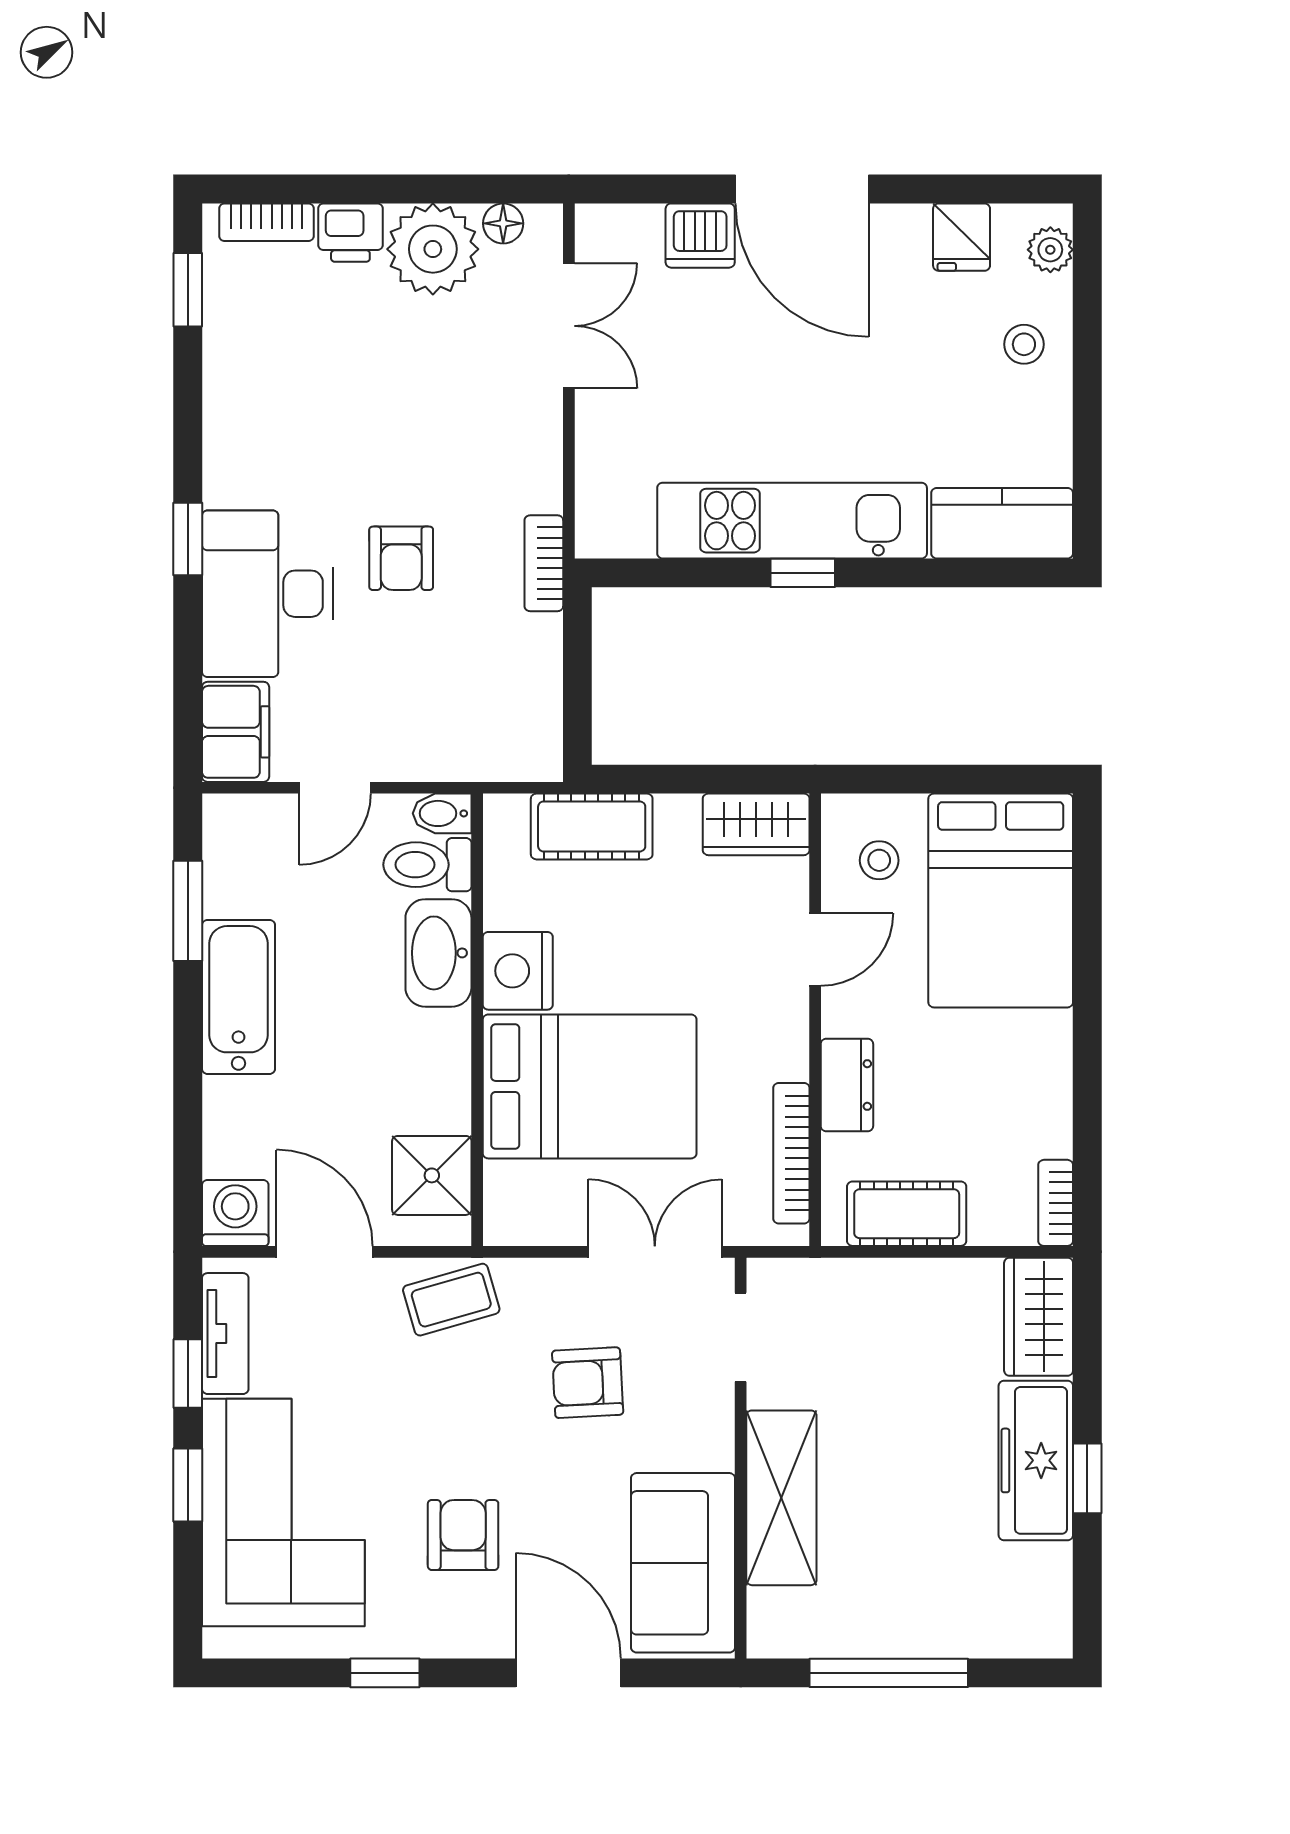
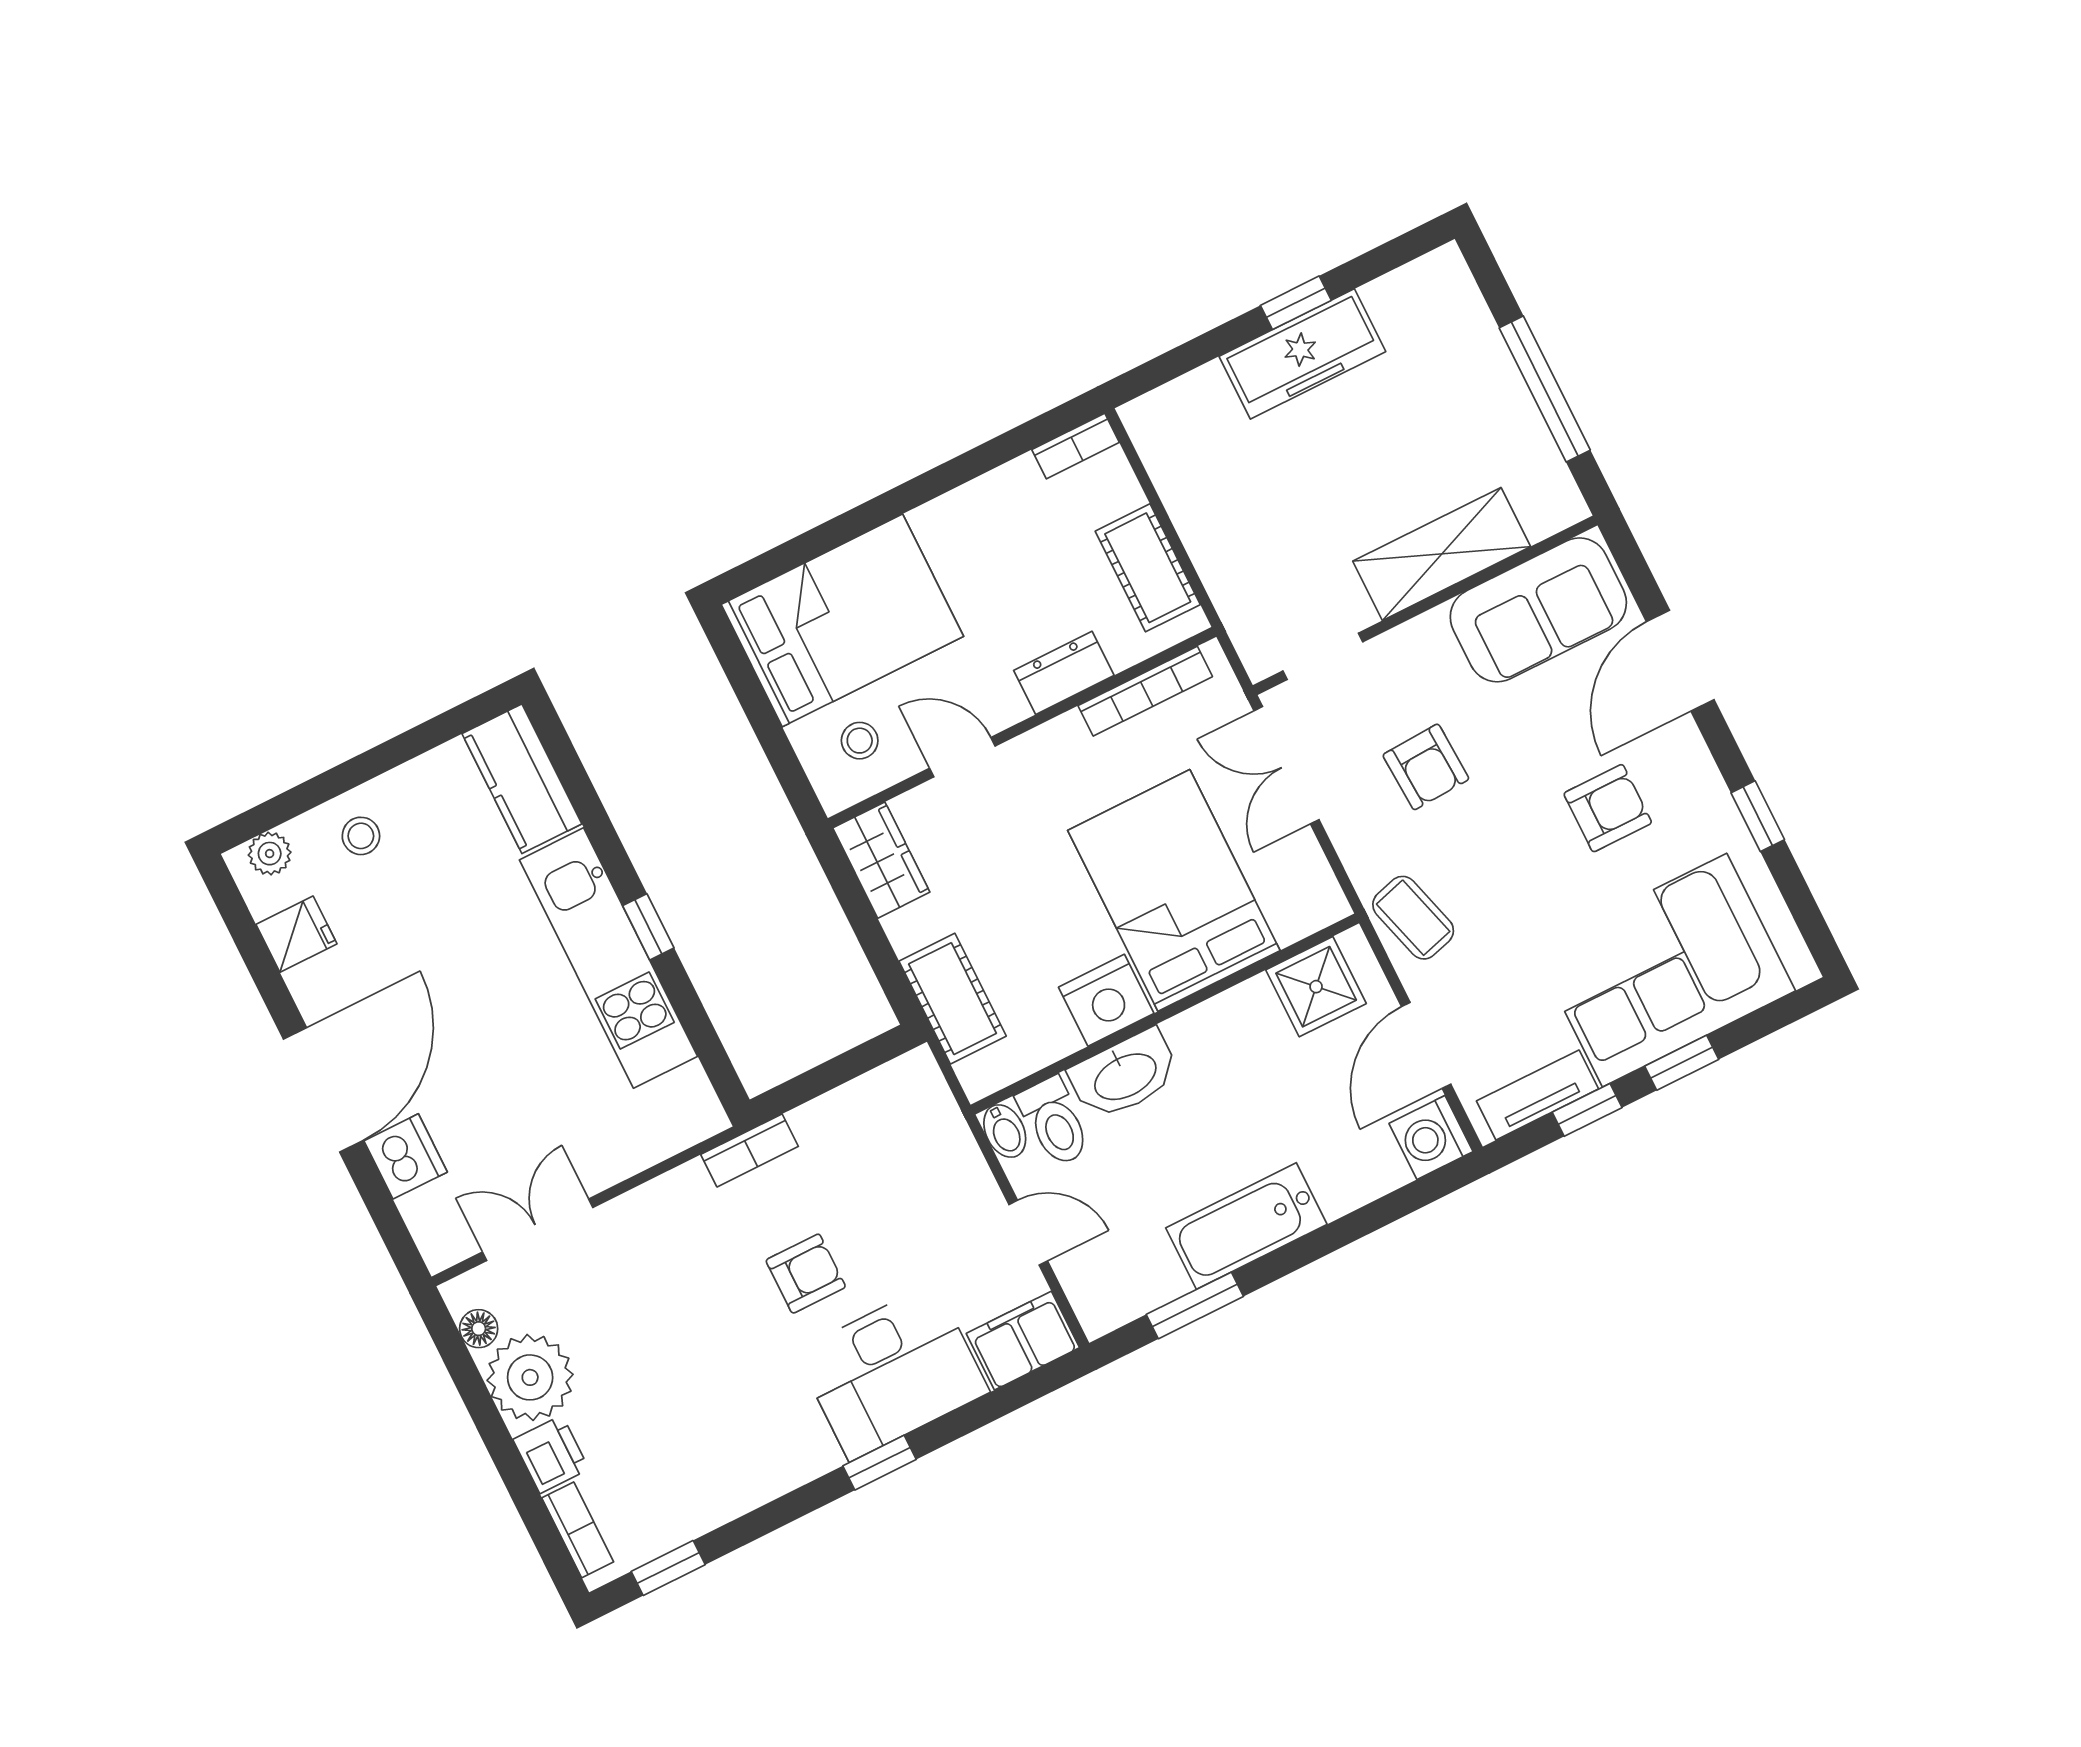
wardrobe: (1039, 1317) -> (1179, 412), removed
armchair: (463, 1535) -> (1608, 808), turned 180

